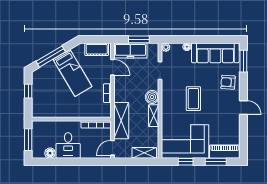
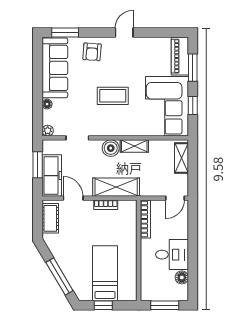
door: (113, 67) -> (73, 198), hinge flipped
bed: (72, 73) -> (105, 273), moved, turned -59
shelving: (121, 121) -> (116, 187), moved
door: (113, 148) -> (175, 198), hinge flipped

